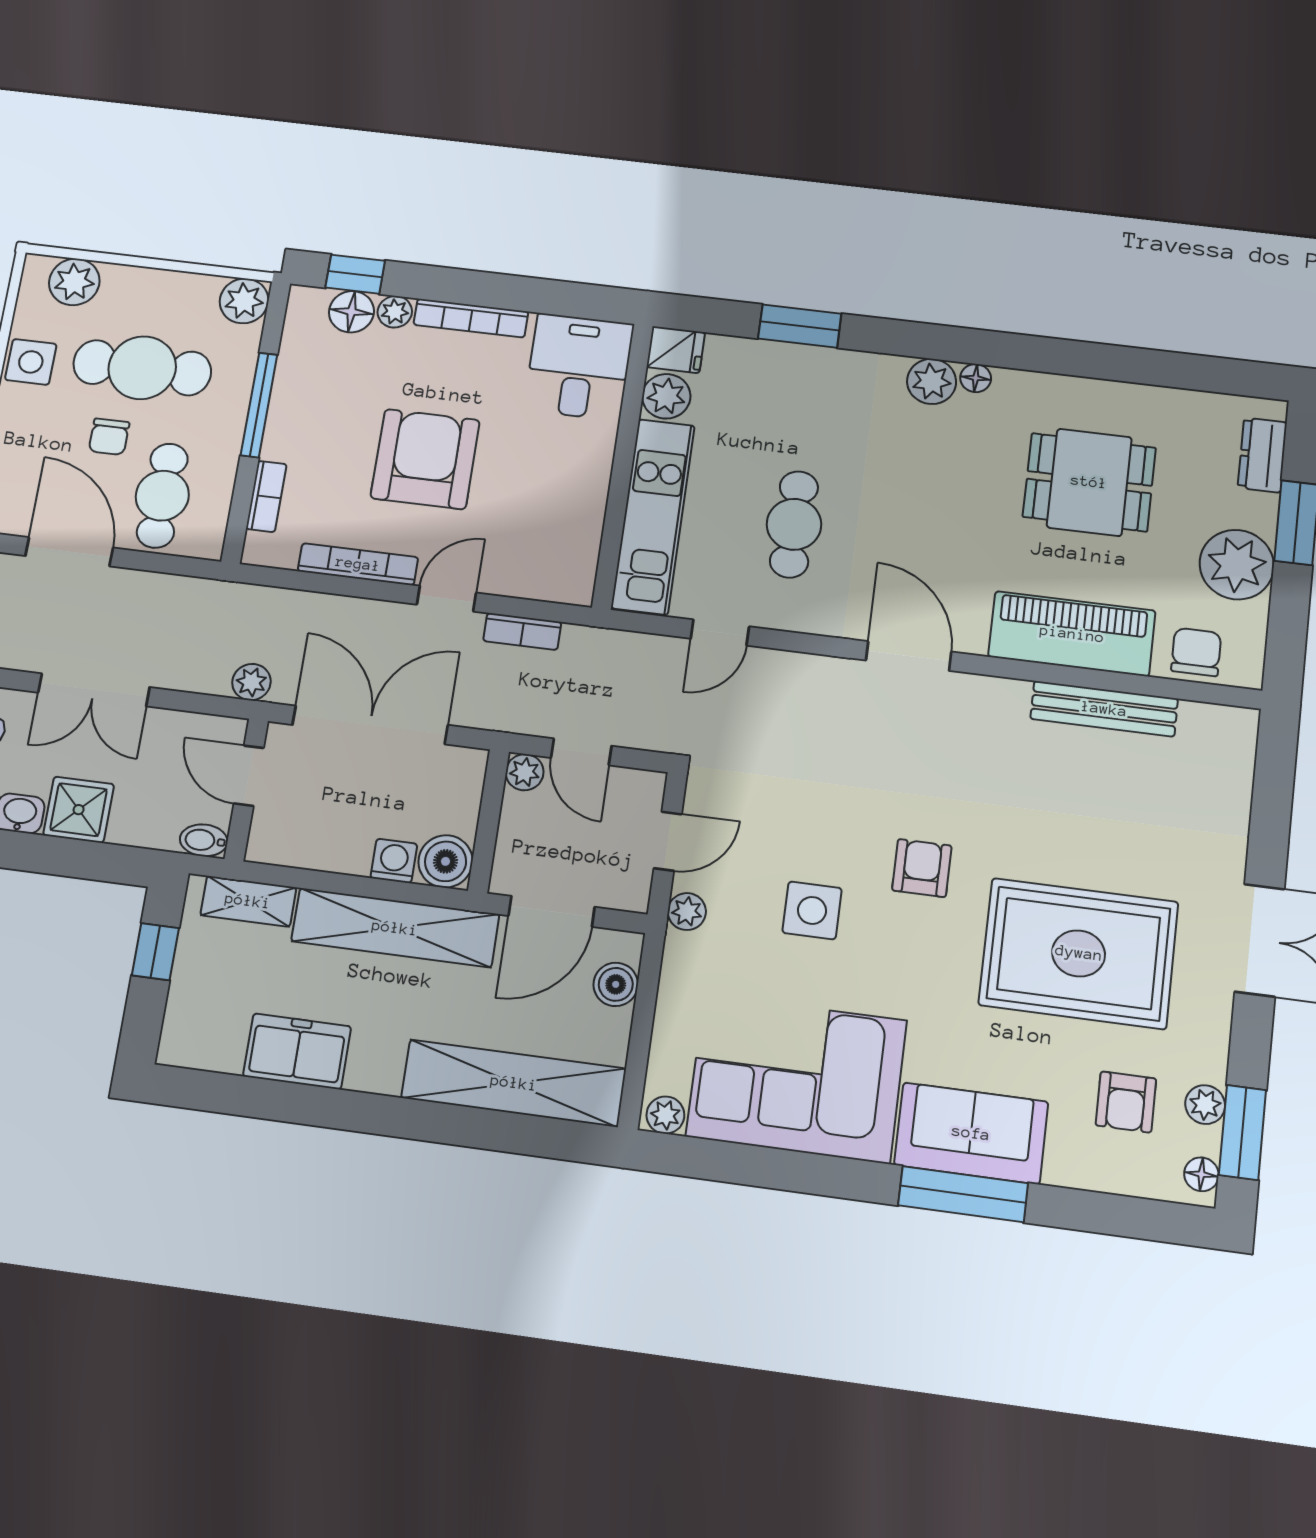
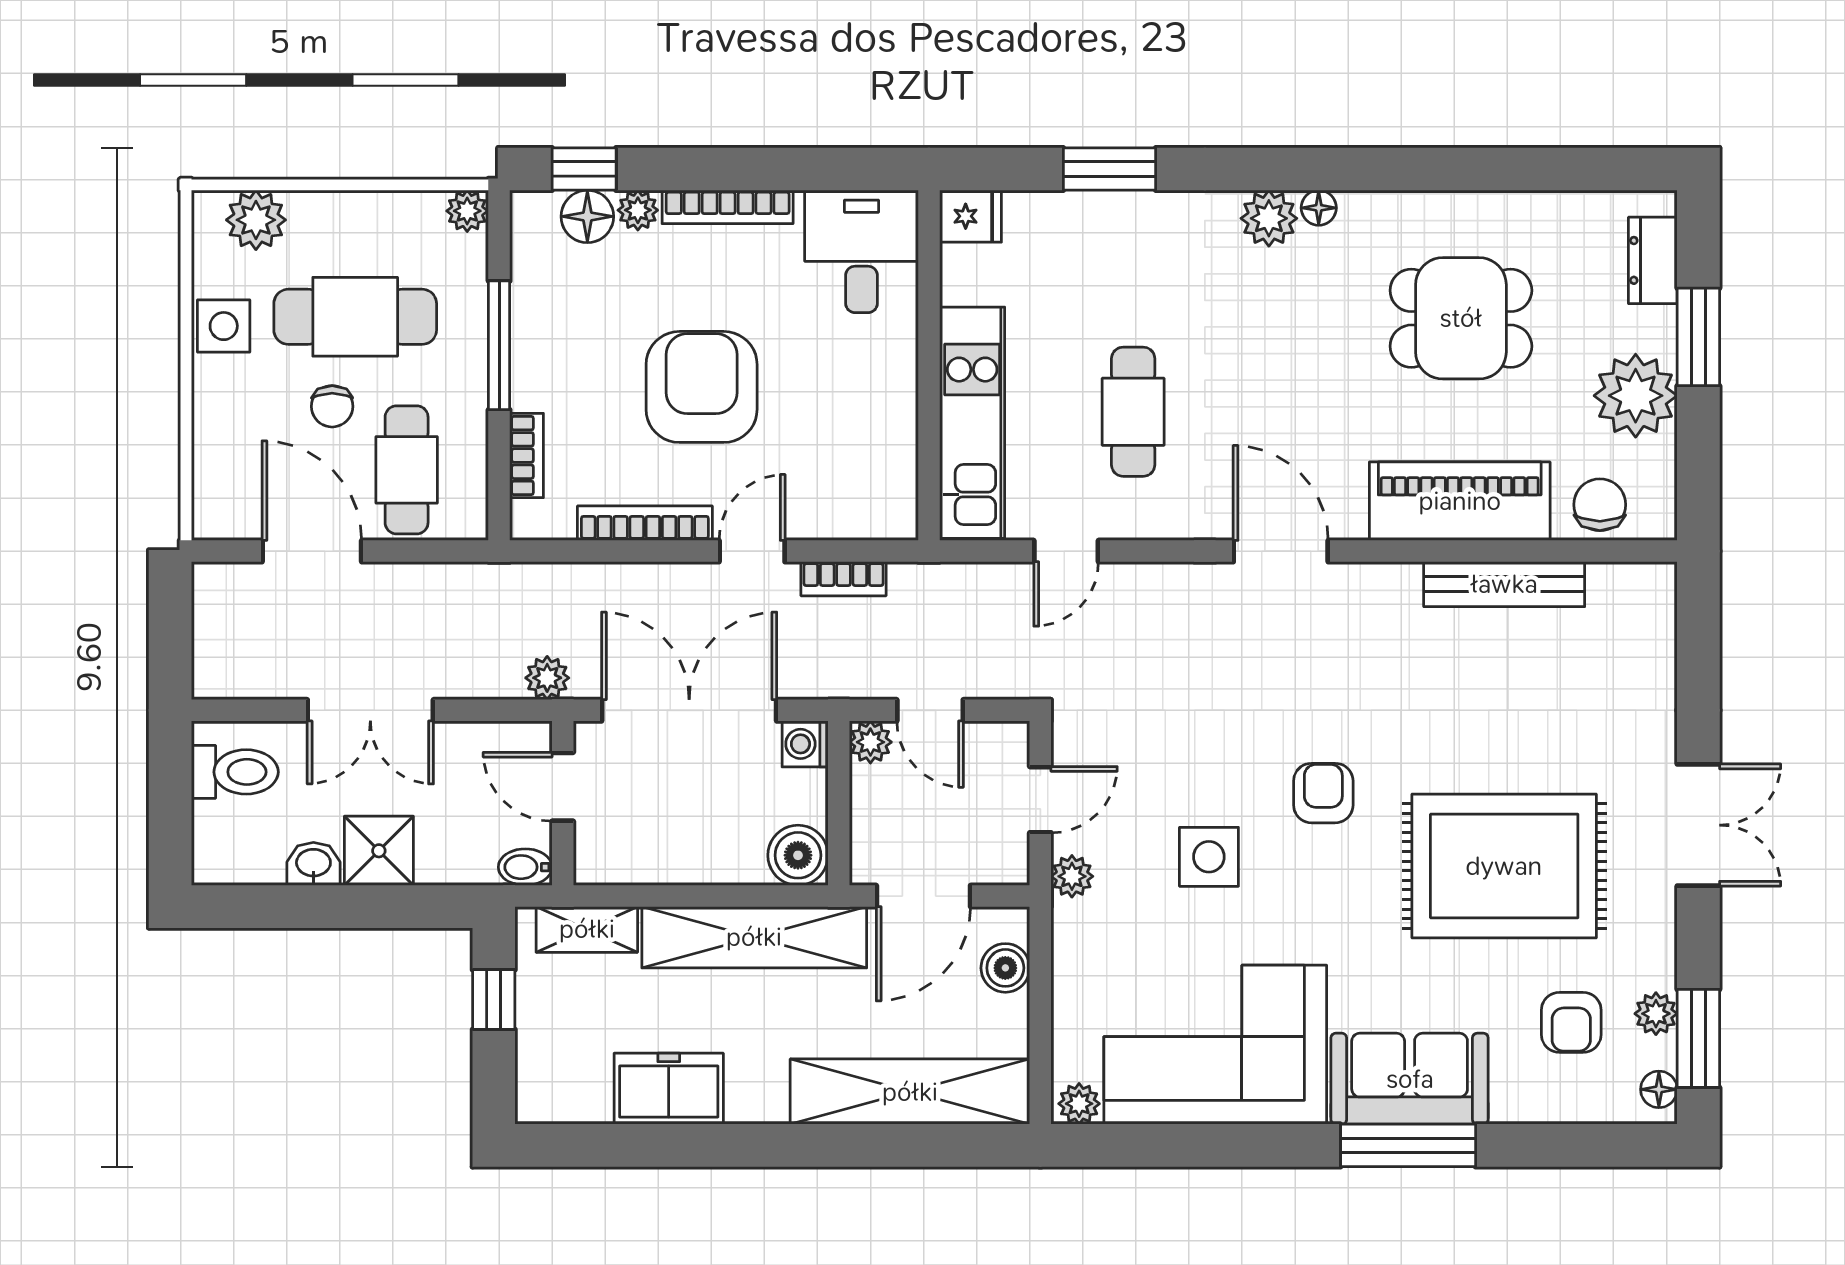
plant: (244, 301) -> (467, 211), width x0.73, depth x0.73
plant: (666, 396) -> (967, 275), removed
washing machine: (394, 861) -> (805, 744), moved, turned -90

